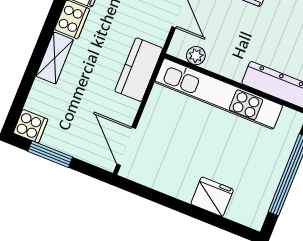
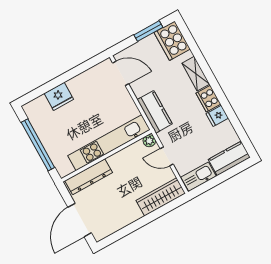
plant: (196, 56) -> (149, 141), moved
cooker: (30, 126) -> (172, 41), width x1.87, depth x1.31

